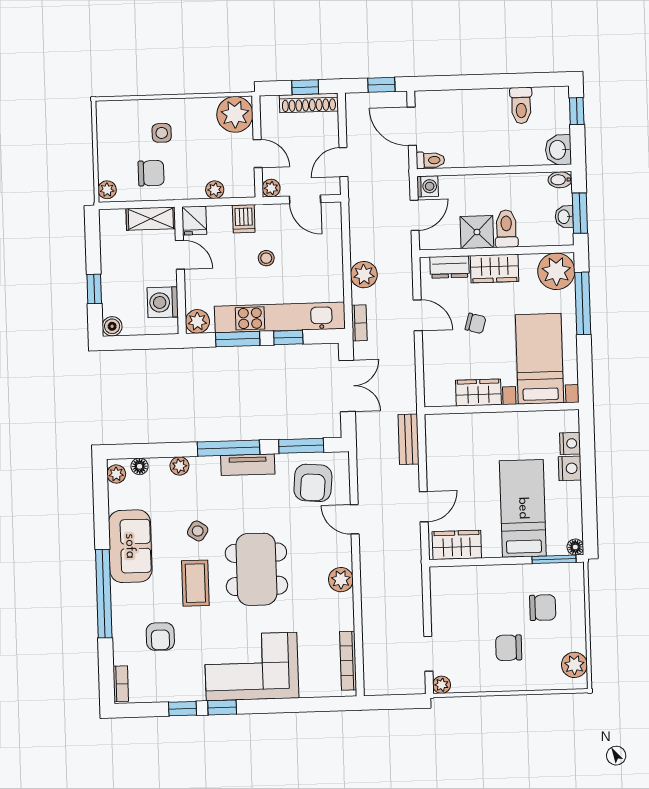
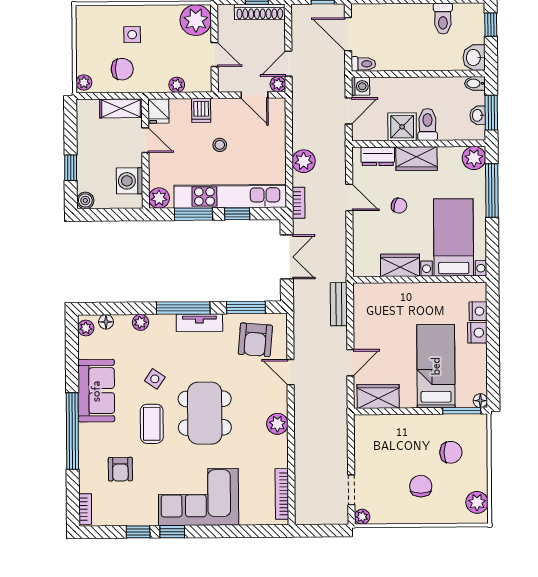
plant: (271, 188) -> (278, 84), moved
plant: (556, 271) -> (474, 158), width x0.73, depth x0.73
chair: (509, 648) -> (421, 486), turned 90

